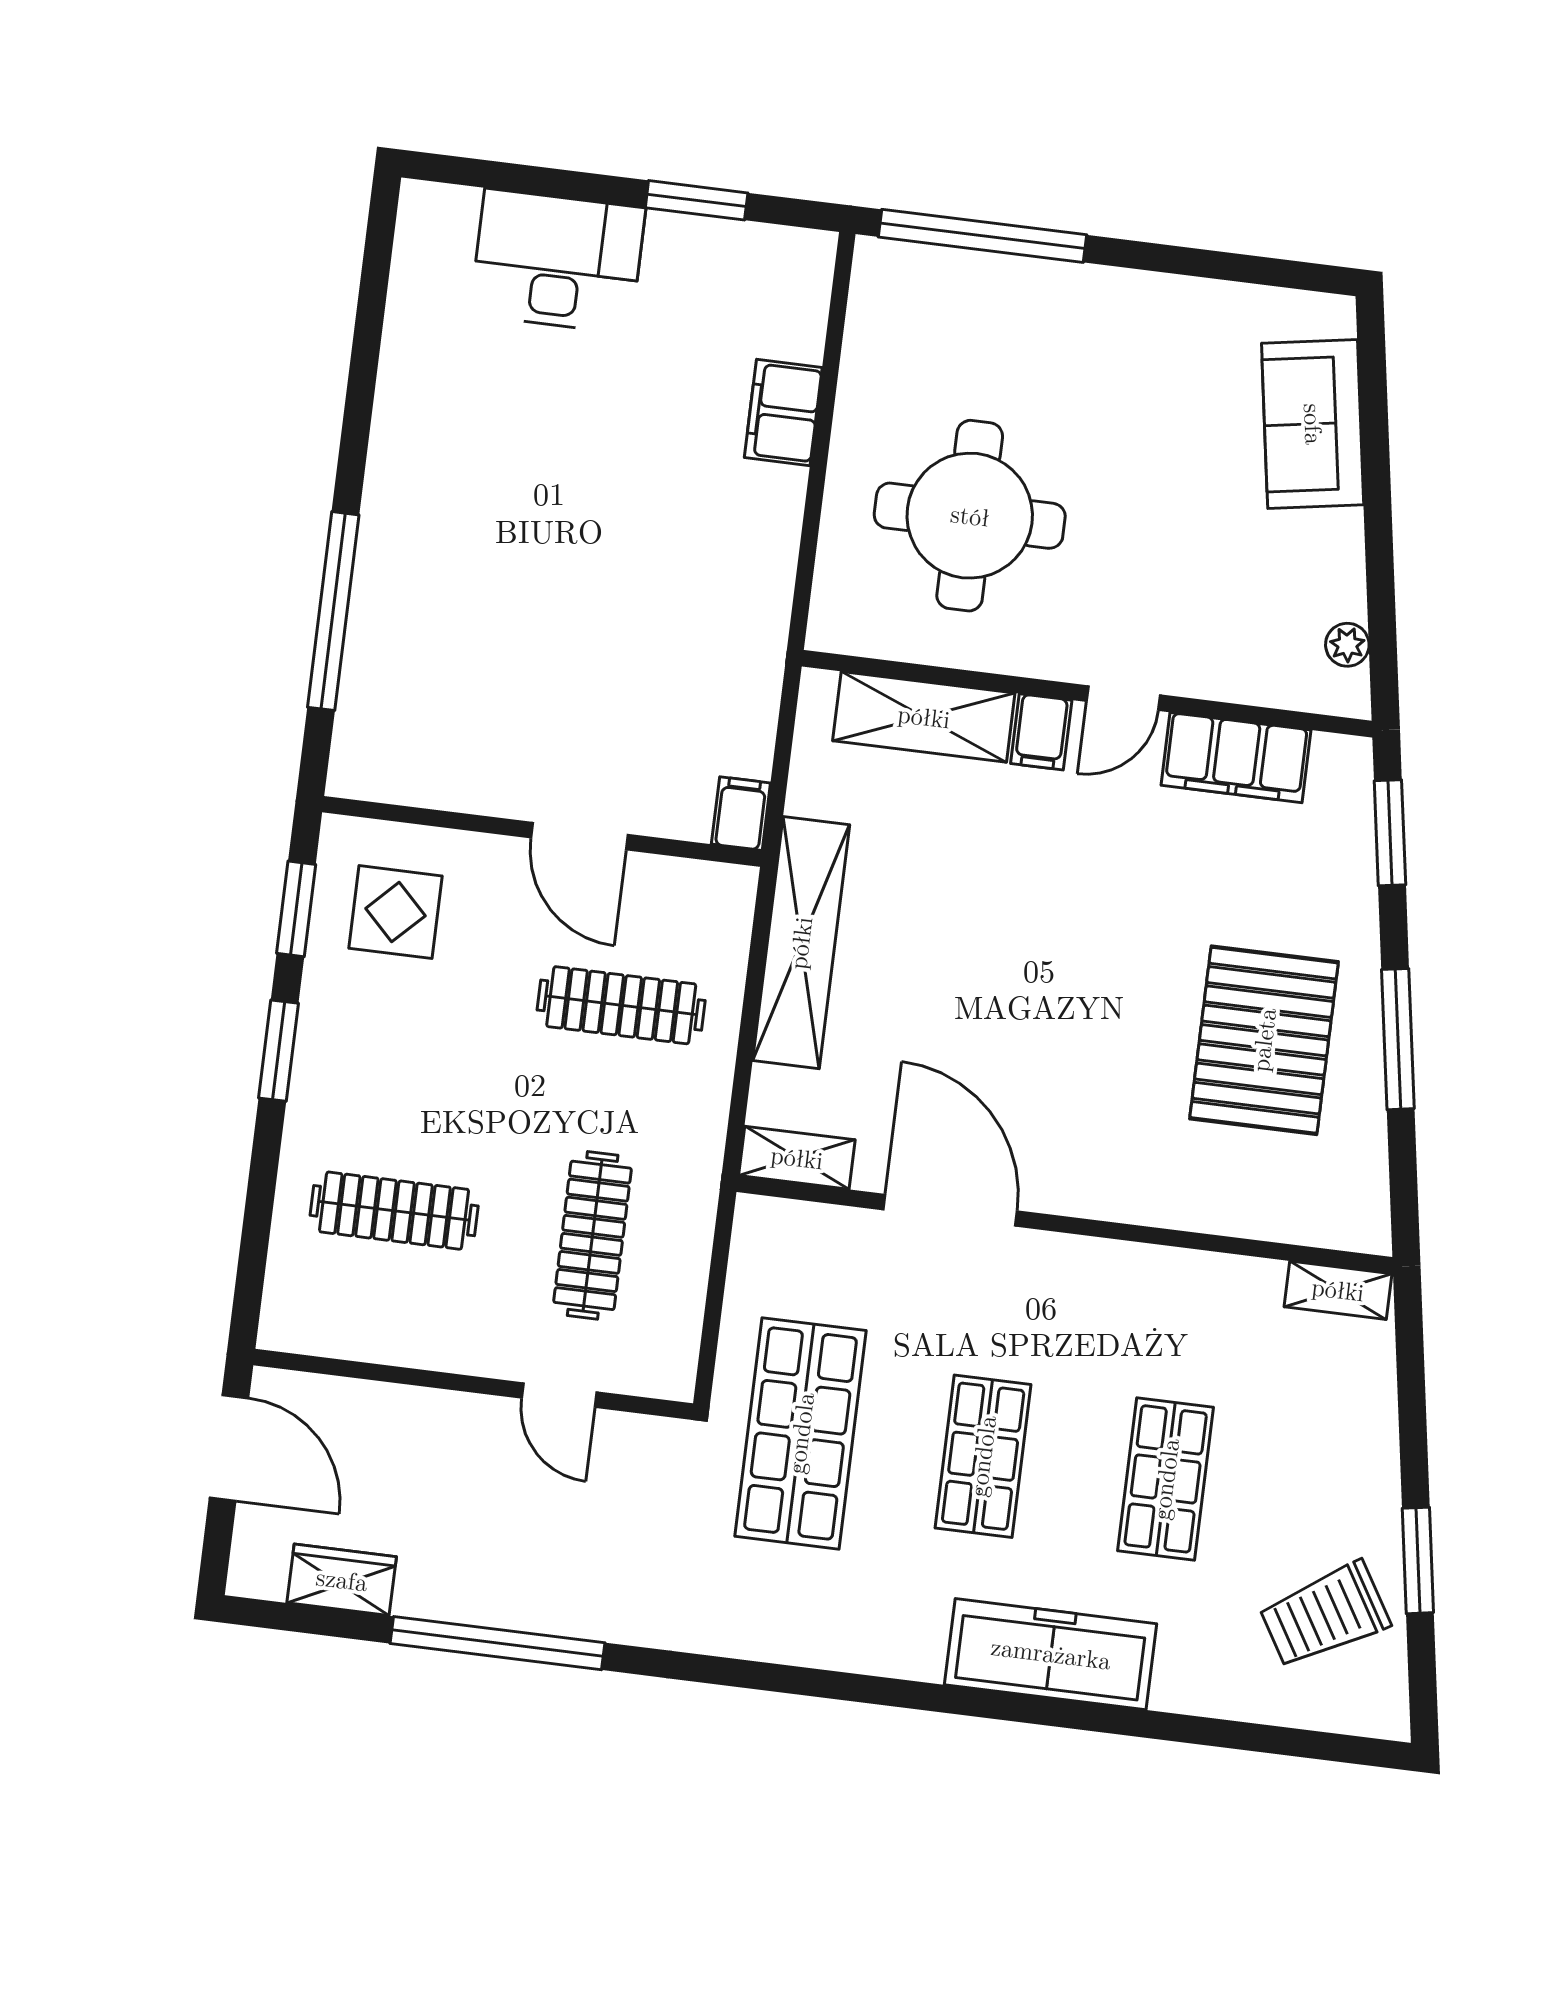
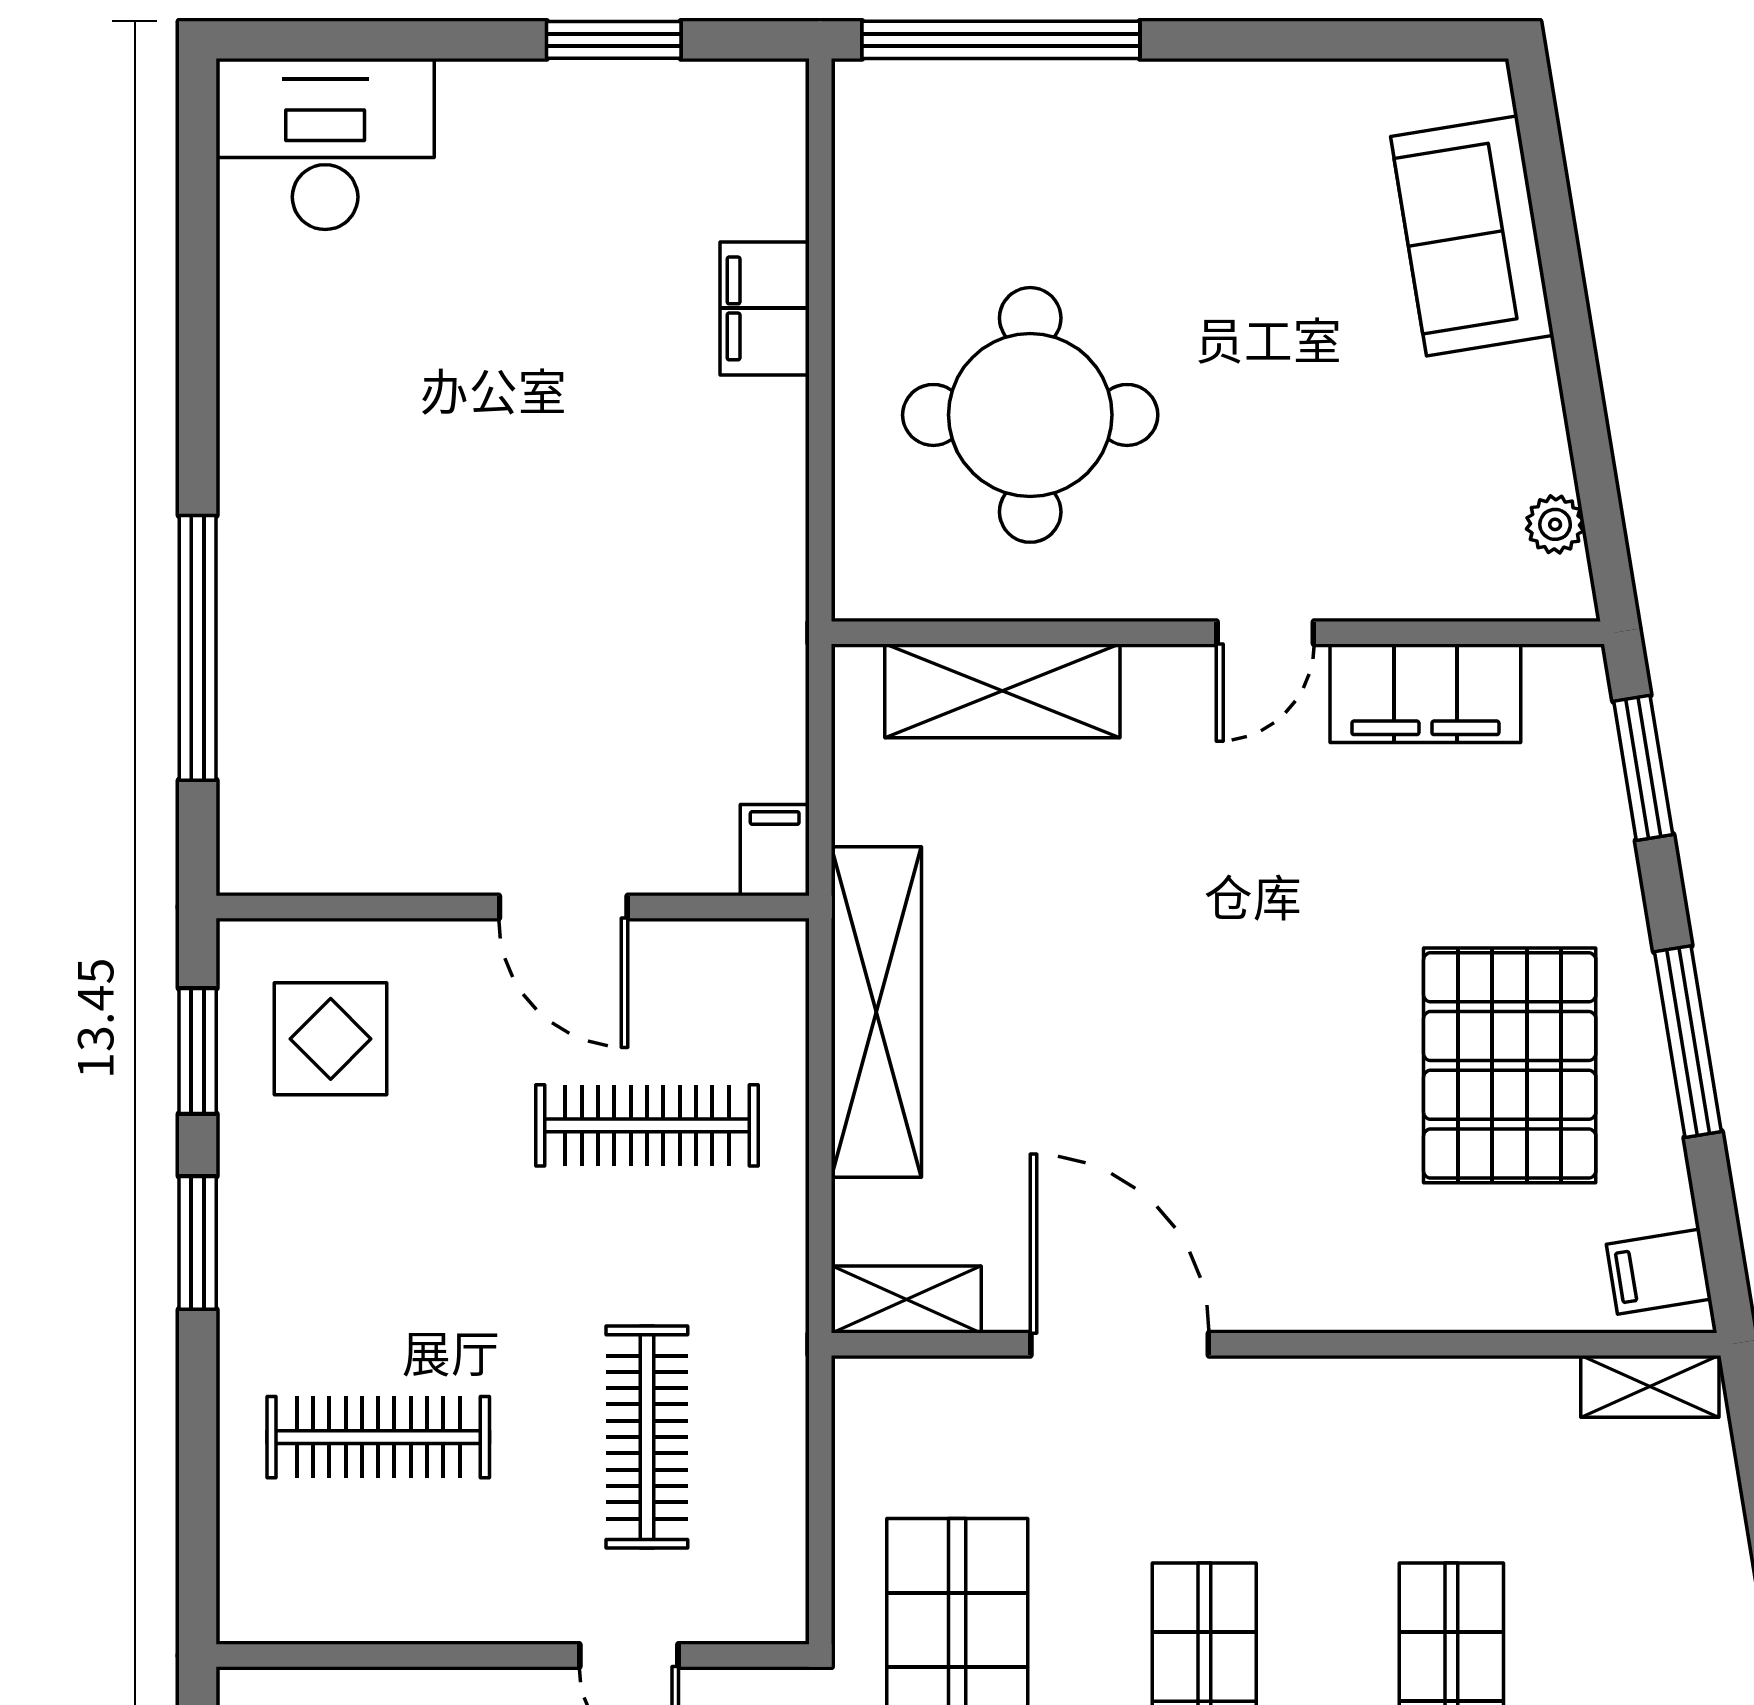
desk: (558, 261) -> (325, 144), moved
filing cabinet: (1041, 732) -> (1659, 1272), moved, turned 81

